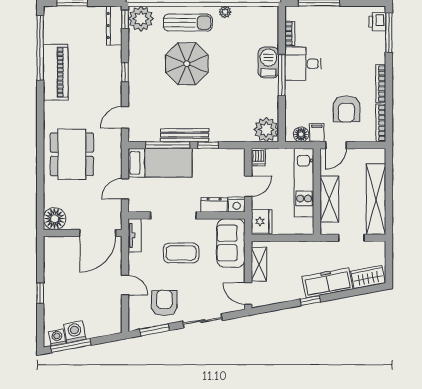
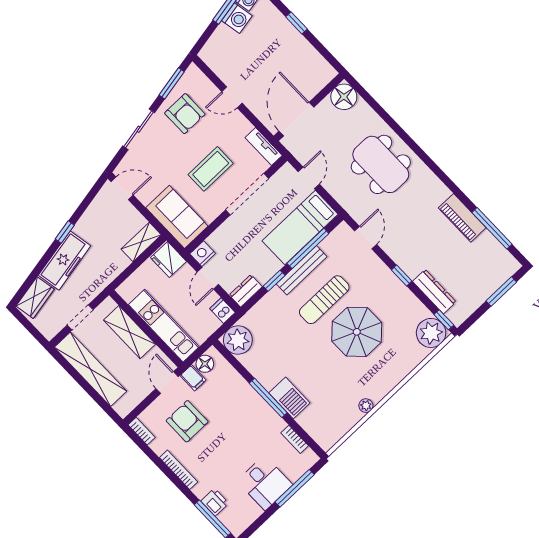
printer: (377, 22) -> (215, 502), moved
sun lounger: (188, 23) -> (324, 300), moved
dresser: (114, 26) -> (434, 292), moved
window: (40, 48) -> (492, 228), width x0.68
desk: (303, 64) -> (265, 483), moved, turned 90
piano: (56, 72) -> (462, 218), width x0.73, depth x0.75
bookcase: (381, 123) -> (142, 431), width x0.64
dresser: (214, 205) -> (246, 291), moved, turned 180
shelving: (259, 264) -> (141, 242), moved, turned 90

